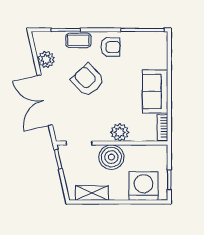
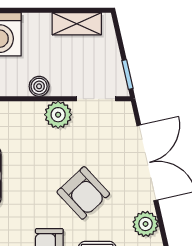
plant: (120, 132) -> (58, 115), moved
boiler: (111, 157) -> (39, 86), width x0.54, depth x0.54

